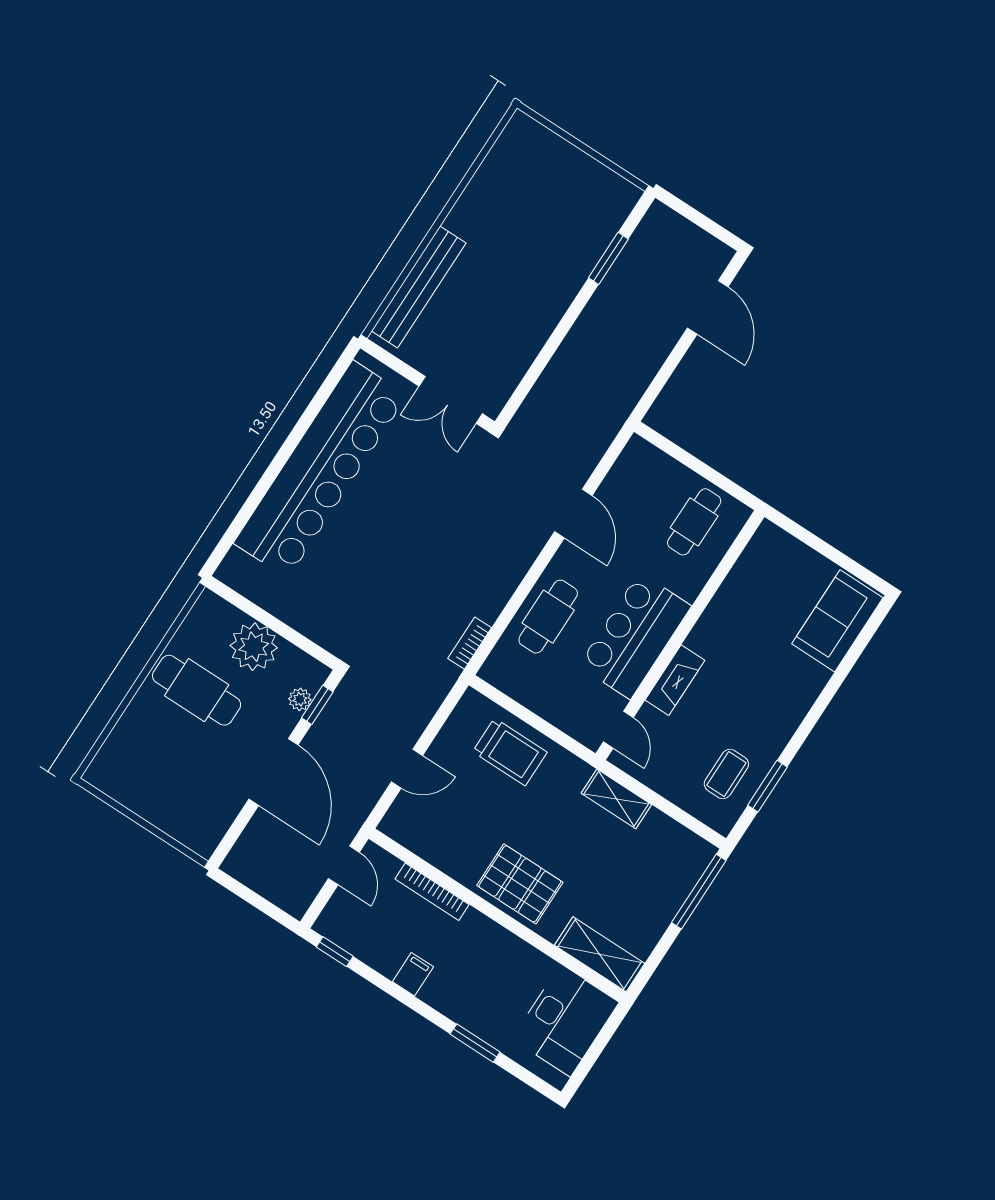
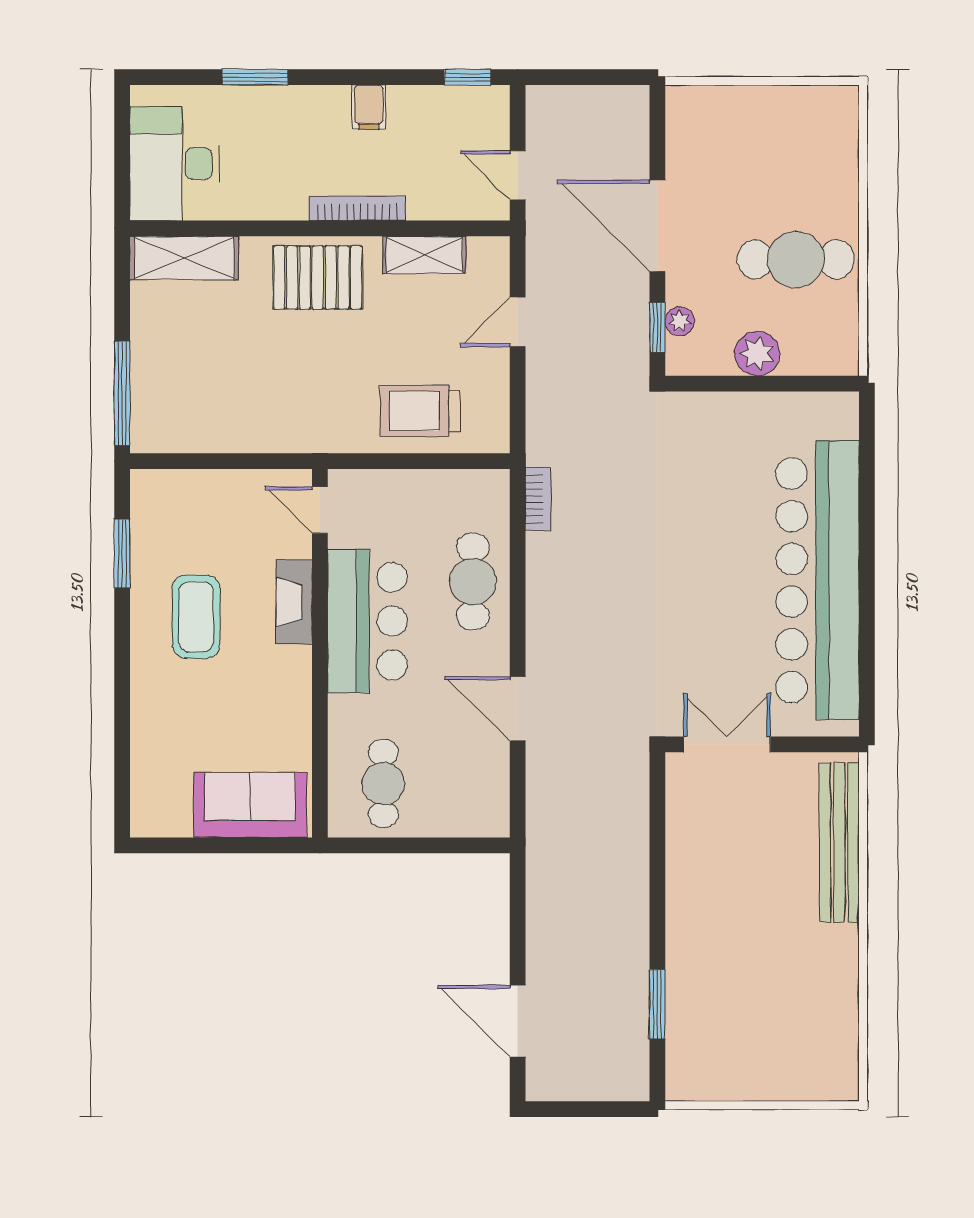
sofa: (837, 621) -> (250, 805), moved, turned -90
plant: (254, 647) -> (757, 353), width x0.73, depth x0.73
coffee table: (726, 774) -> (196, 617), moved, width x1.36, depth x1.30
shelving: (616, 799) -> (424, 255), moved
bookcase: (432, 892) -> (357, 208), moved

